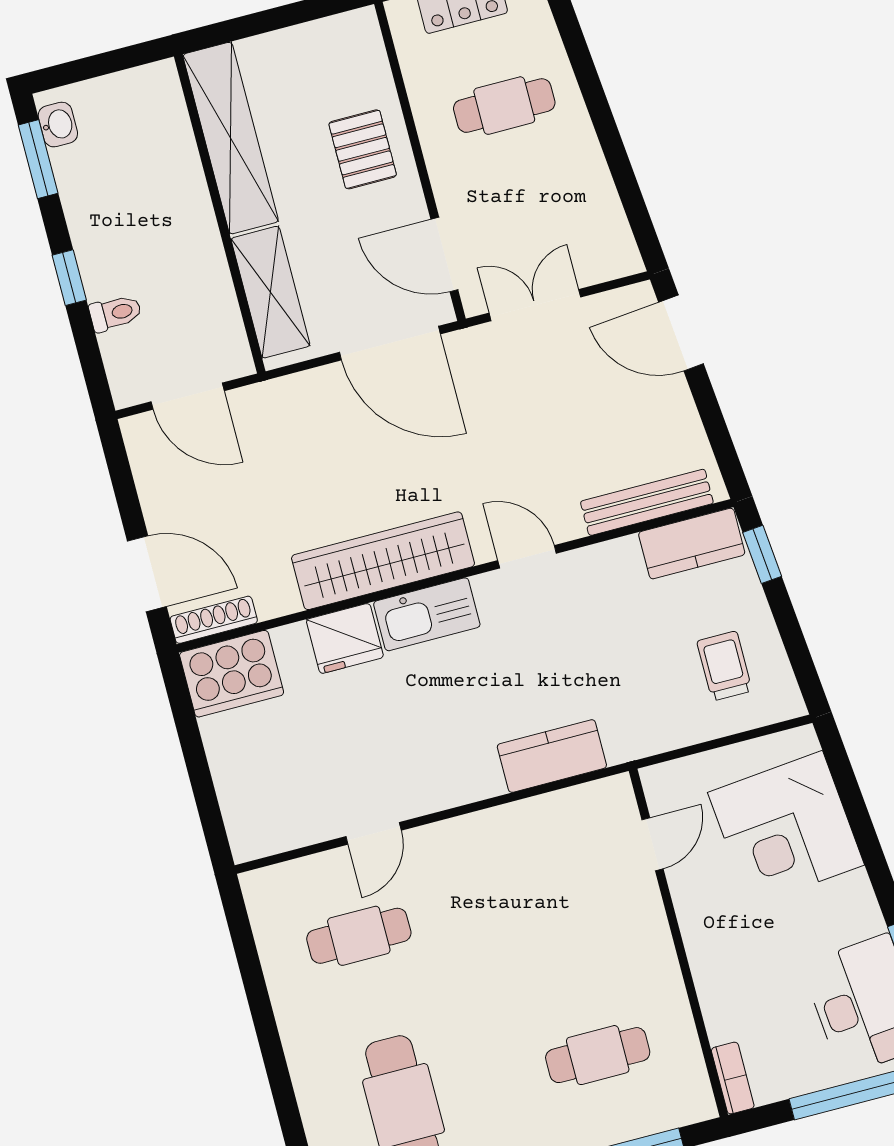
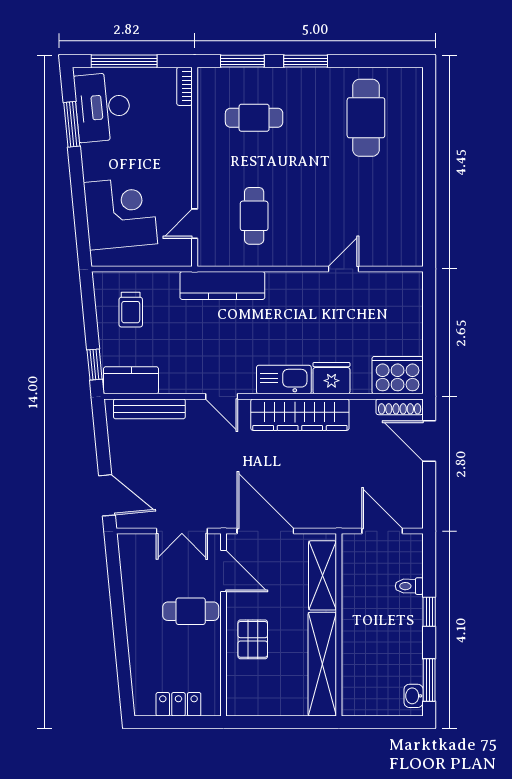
cafe table: (504, 106) -> (191, 611), moved
kitchen counter: (552, 756) -> (222, 285), width x1.50
cafe table: (359, 936) -> (254, 216), moved, turned 90

